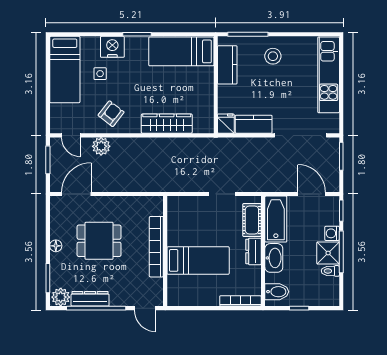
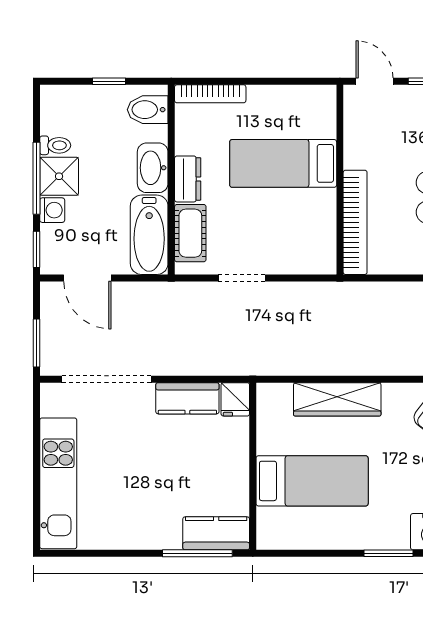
bed: (181, 51) -> (312, 481), moved
stool: (273, 56) -> (154, 516), removed
kitchen counter: (227, 65) -> (216, 533), moved, turned 90
bookcase: (156, 247) -> (355, 222), moved

